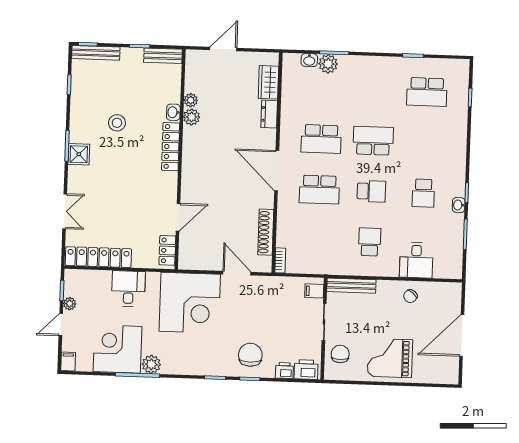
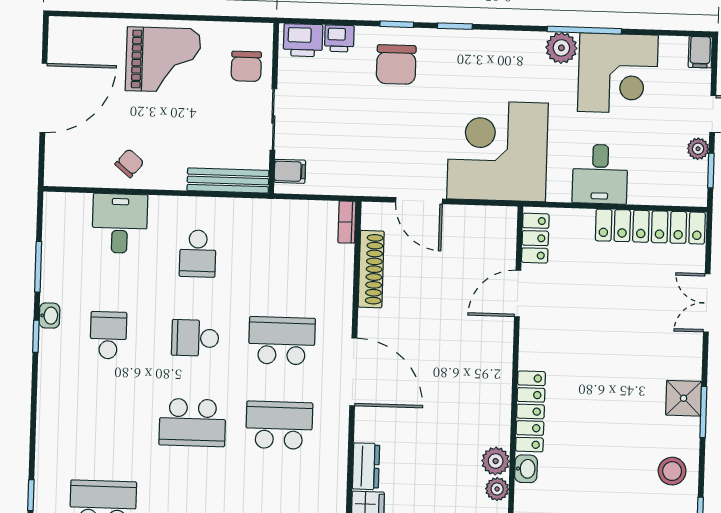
stool: (117, 123) -> (672, 471), moved

